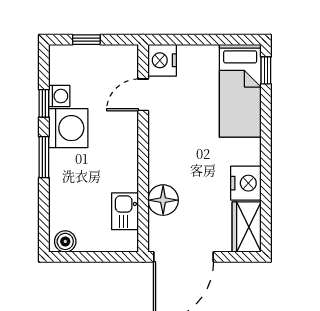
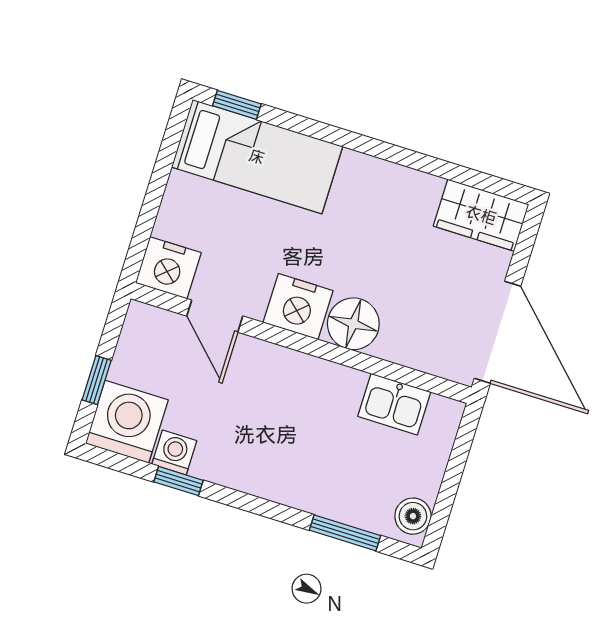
washing machine: (68, 128) -> (127, 422), moved
window: (44, 157) -> (345, 533), moved
nightstand: (246, 183) -> (298, 307), moved, turned 180
floor lamp: (163, 200) -> (353, 324), moved

